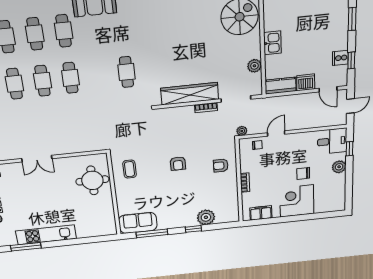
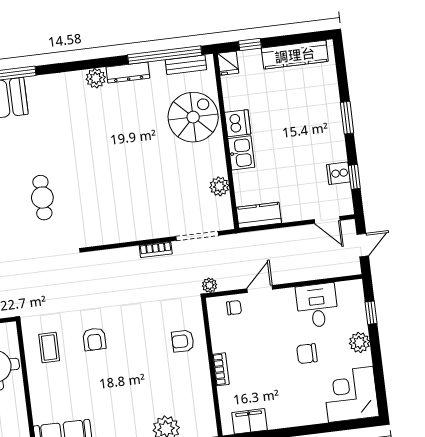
dishwasher: (306, 82) -> (238, 123), moved, turned 90
wardrobe: (190, 94) -> (131, 229), removed
desk: (332, 141) -> (317, 305), moved, turned -90
armchair: (178, 163) -> (94, 339), moved
corner desk: (297, 201) -> (351, 394), moved

